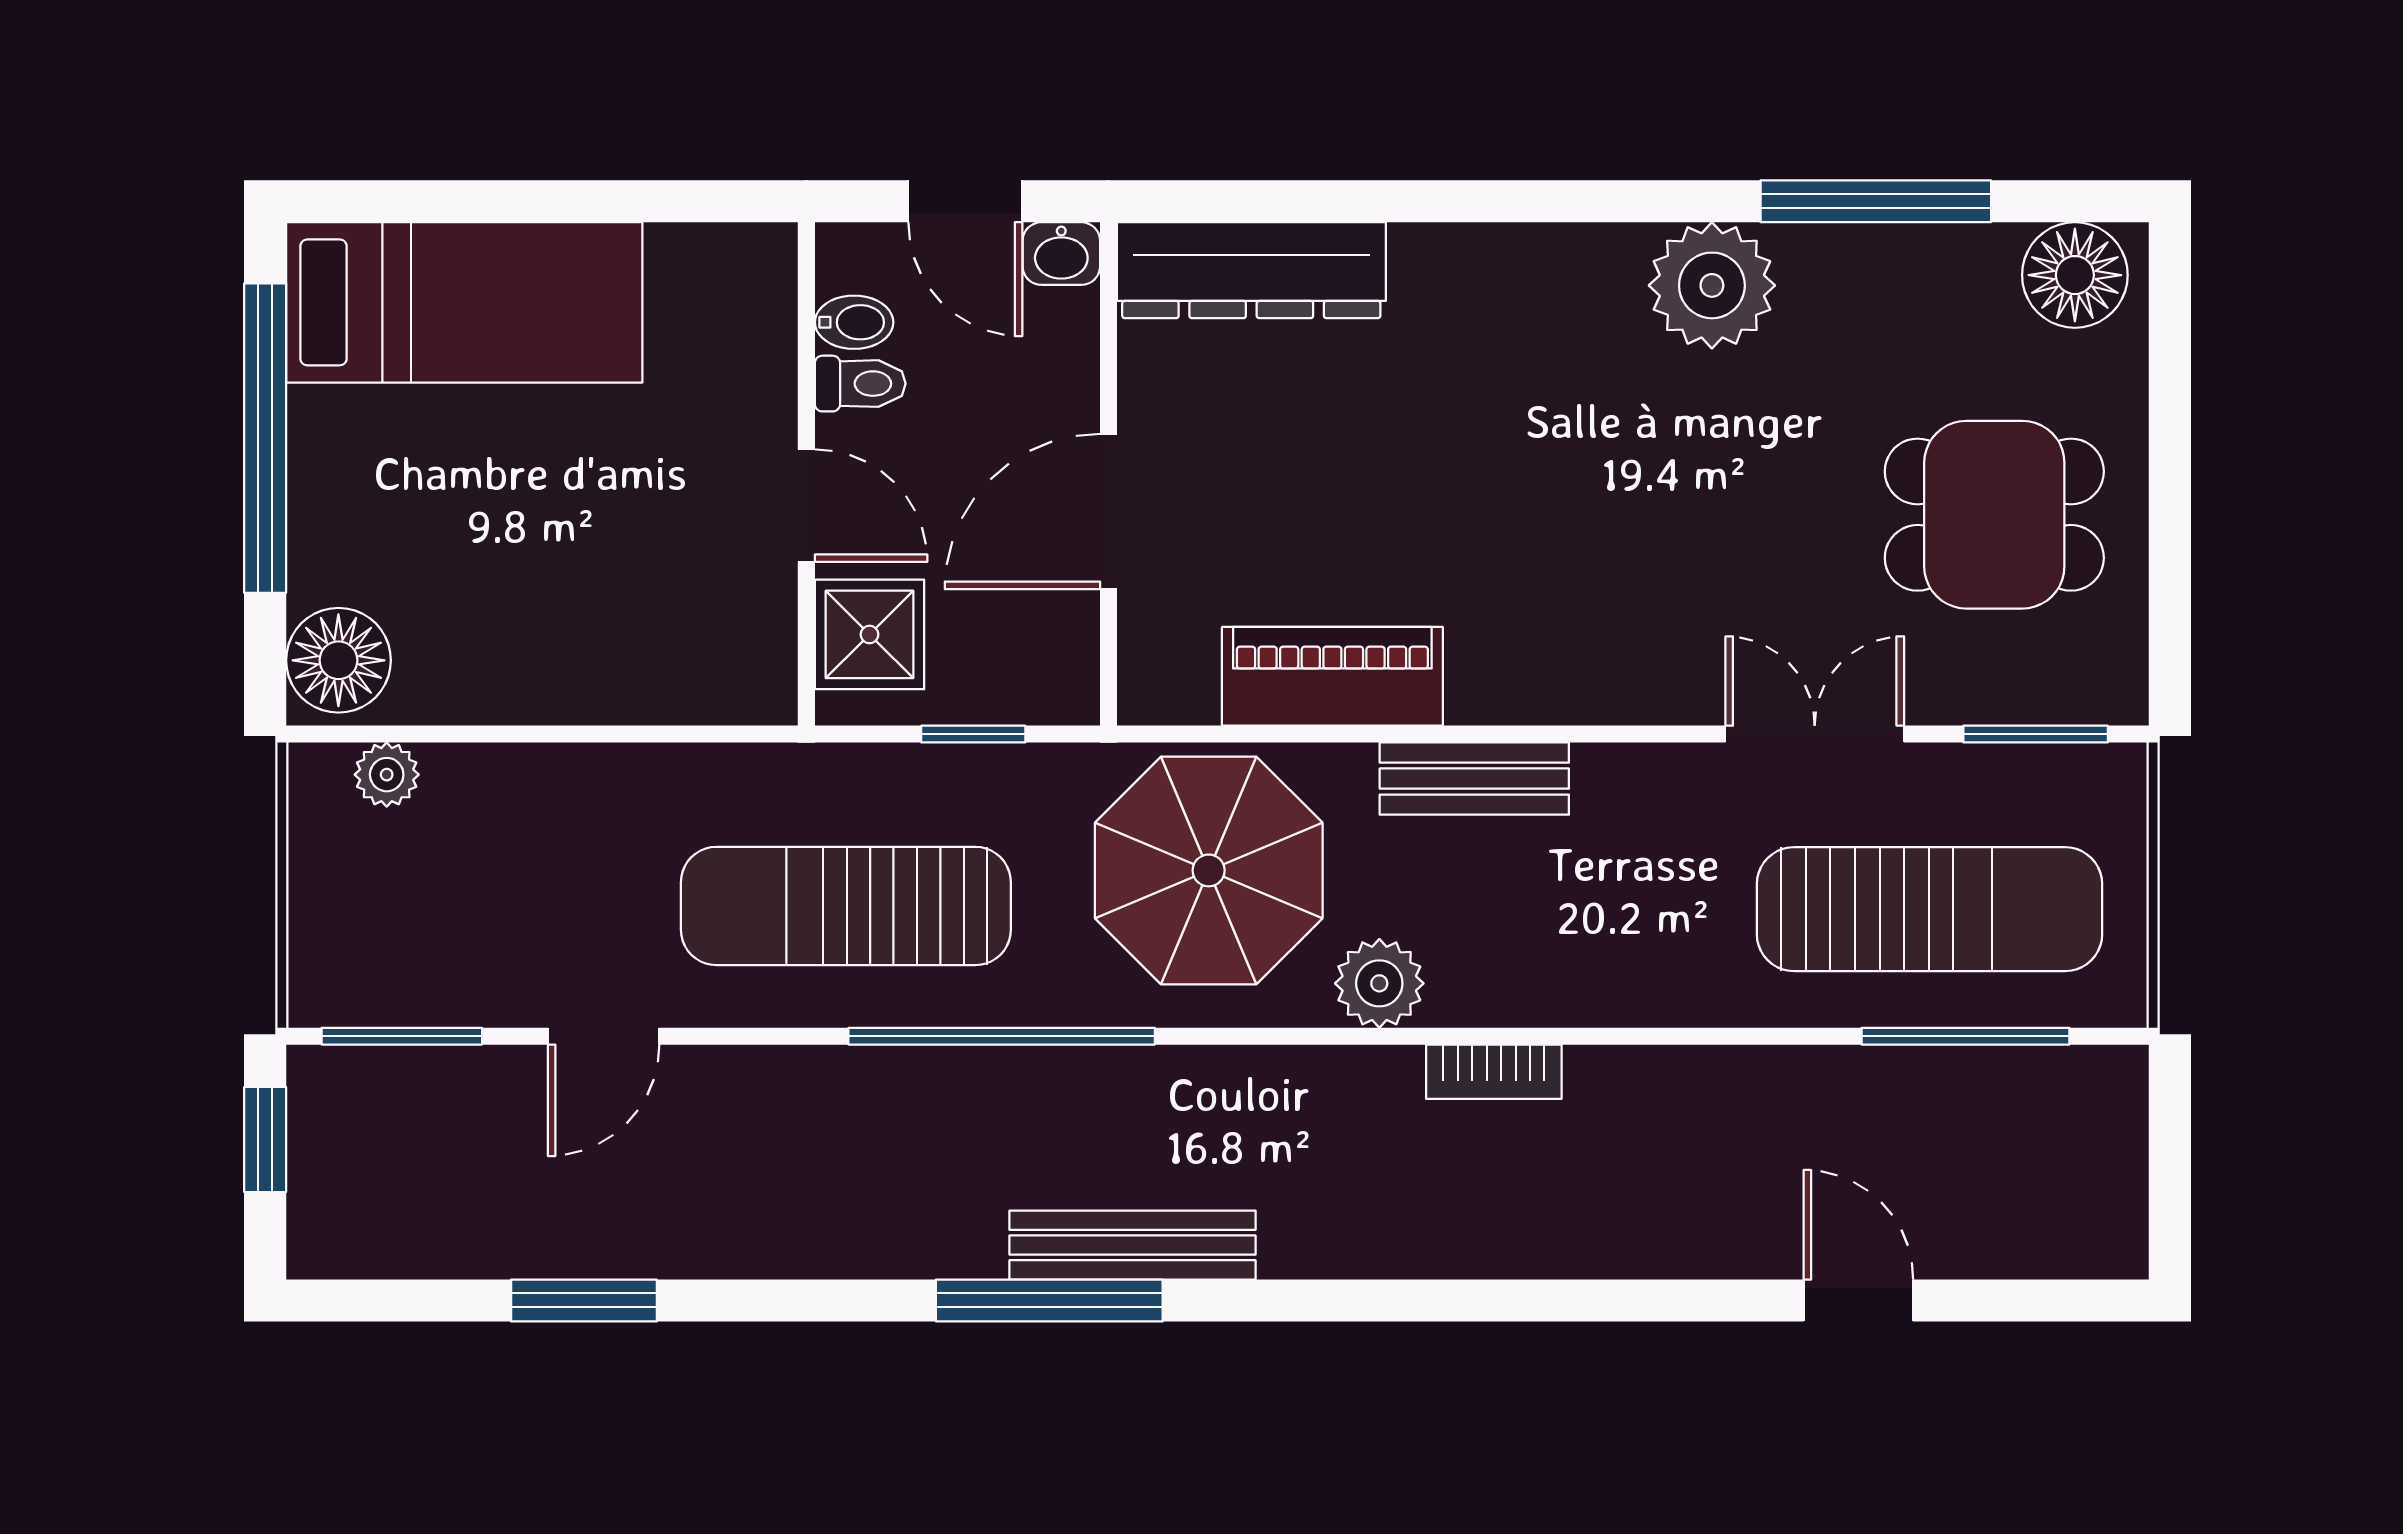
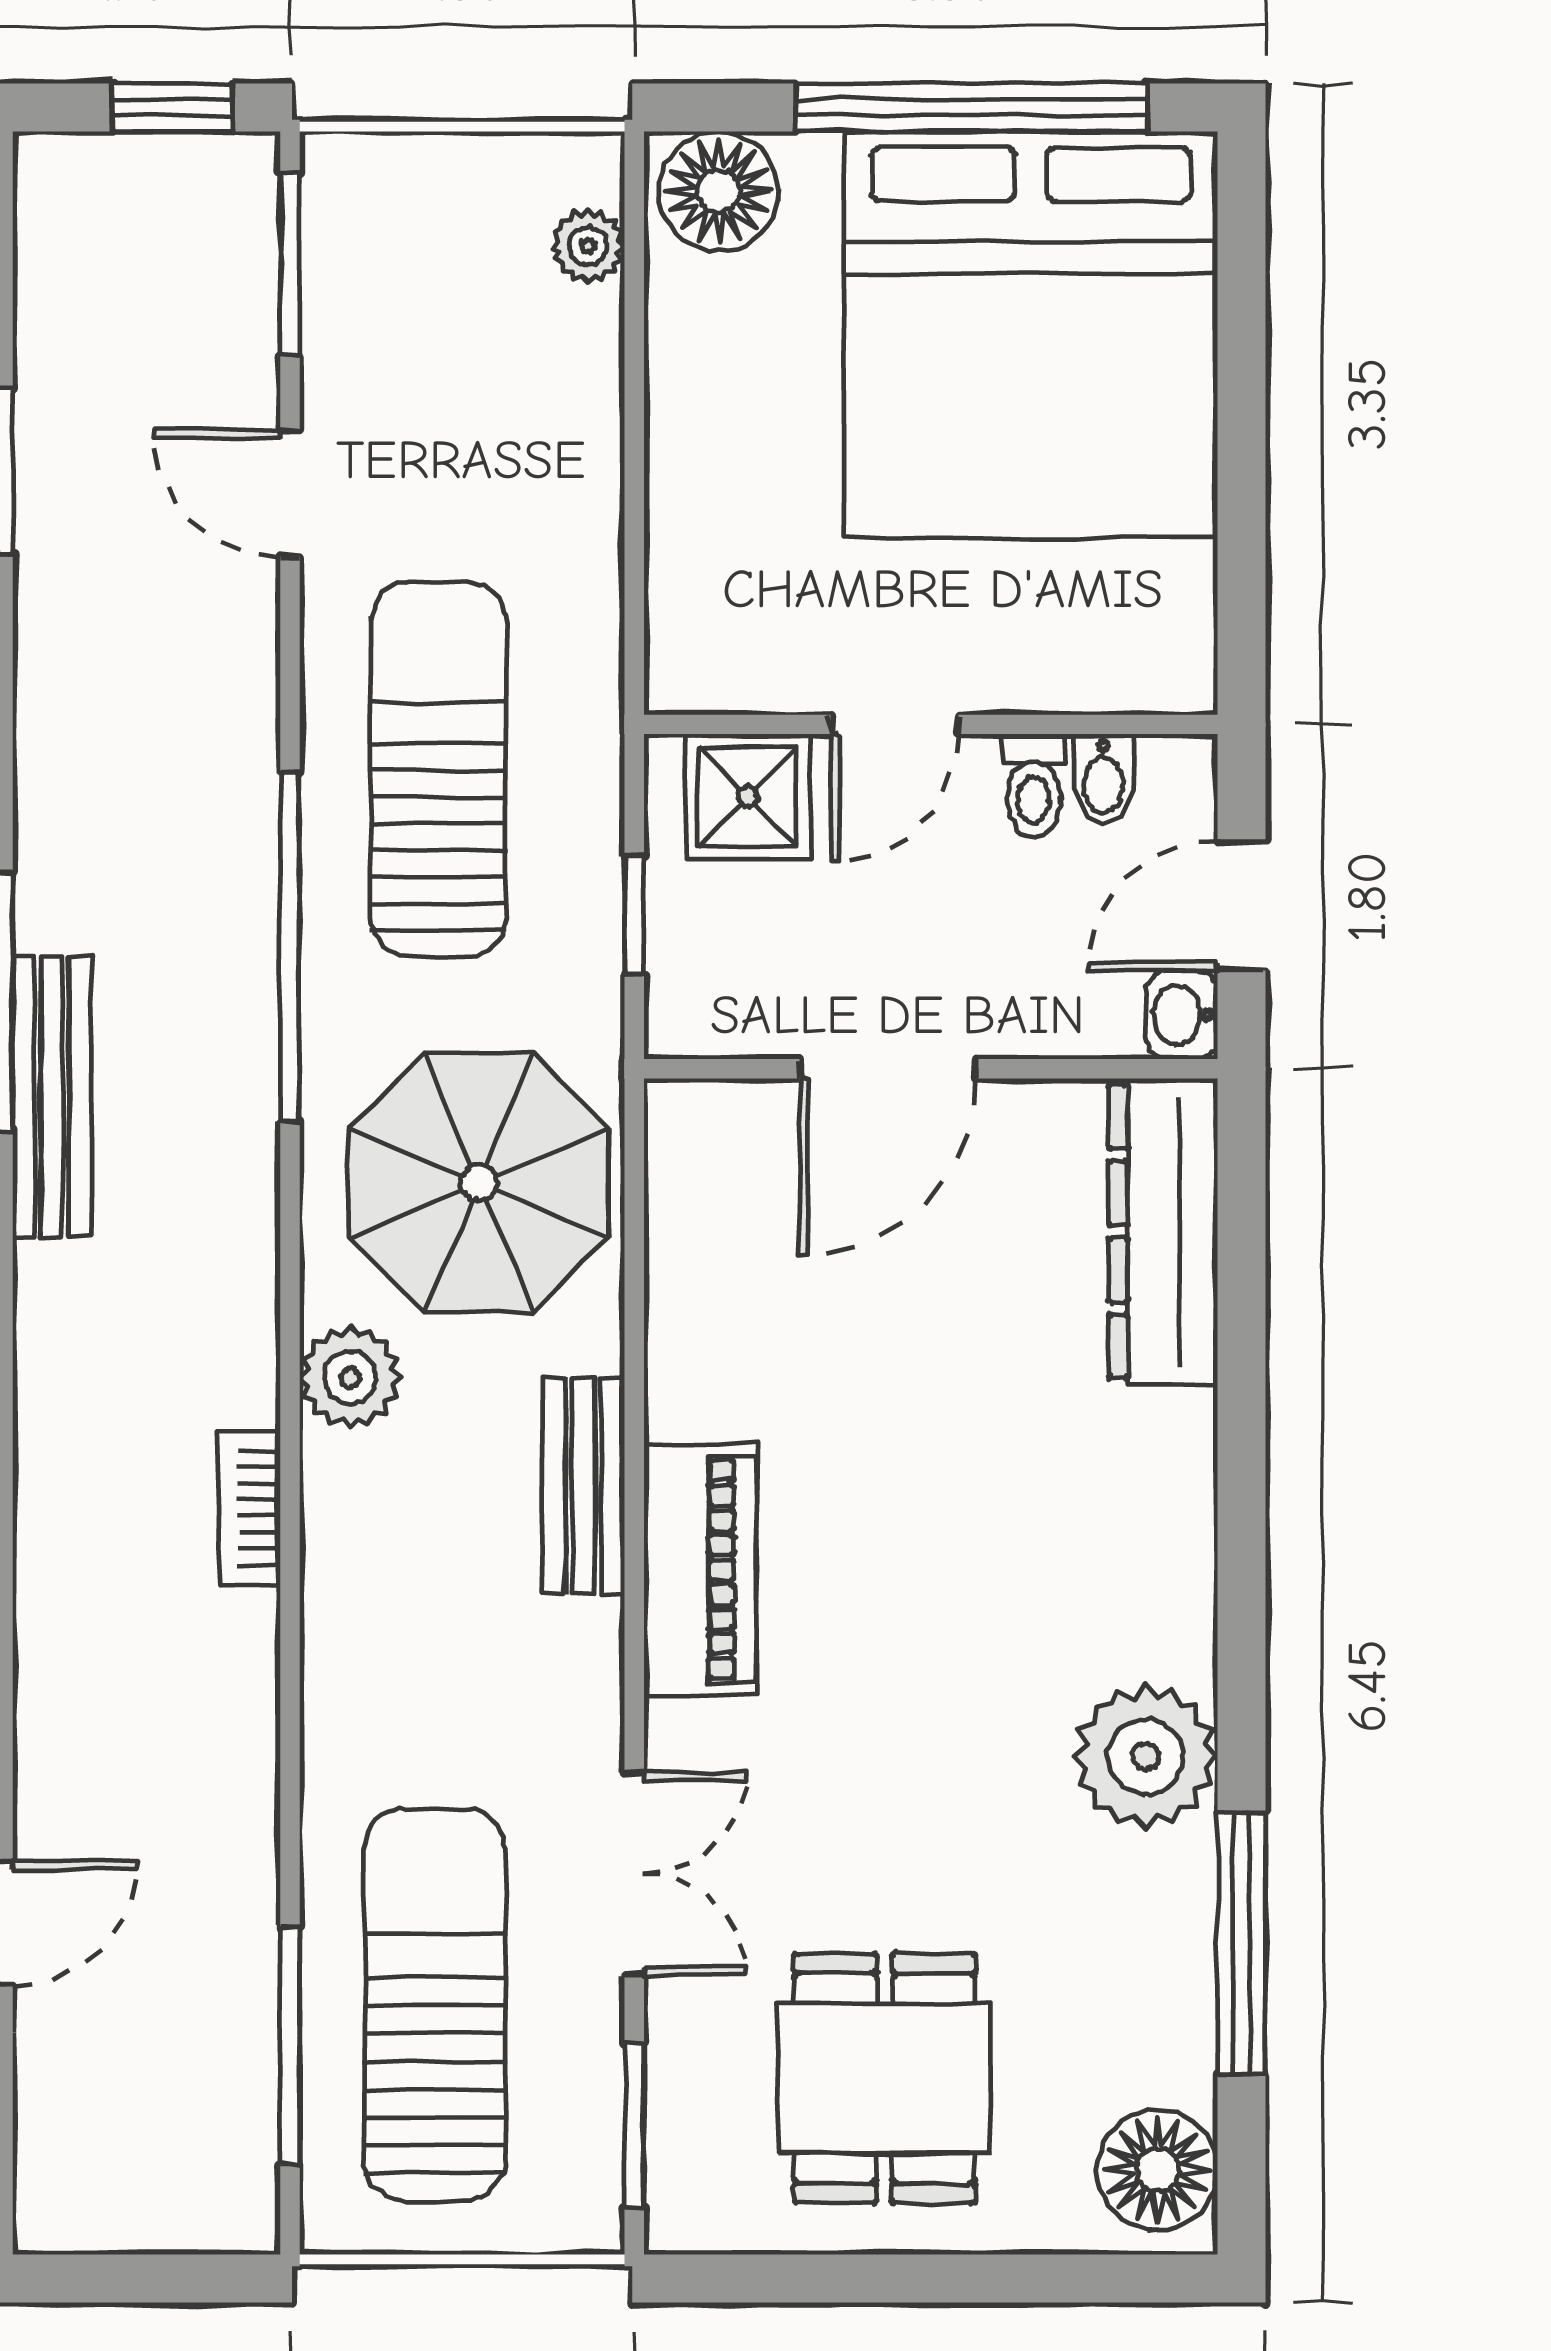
bed: (464, 302) -> (1031, 335), width x2.04
door: (1108, 512) -> (888, 1069), swing flipped
piano: (1332, 676) -> (700, 1570), moved
sun lounger: (1930, 909) -> (435, 2004), turned 180

